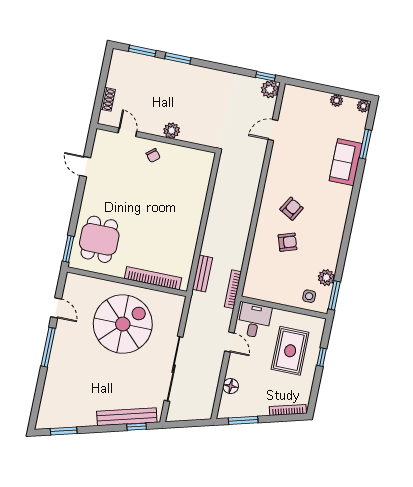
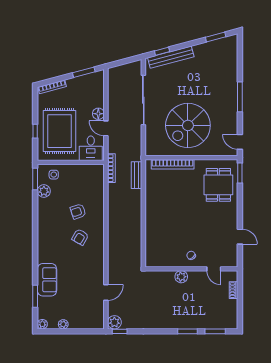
door: (56, 308) -> (240, 142), moved
rug: (290, 351) -> (60, 131), width x1.37, depth x1.44
floor lamp: (231, 386) -> (98, 114), moved

